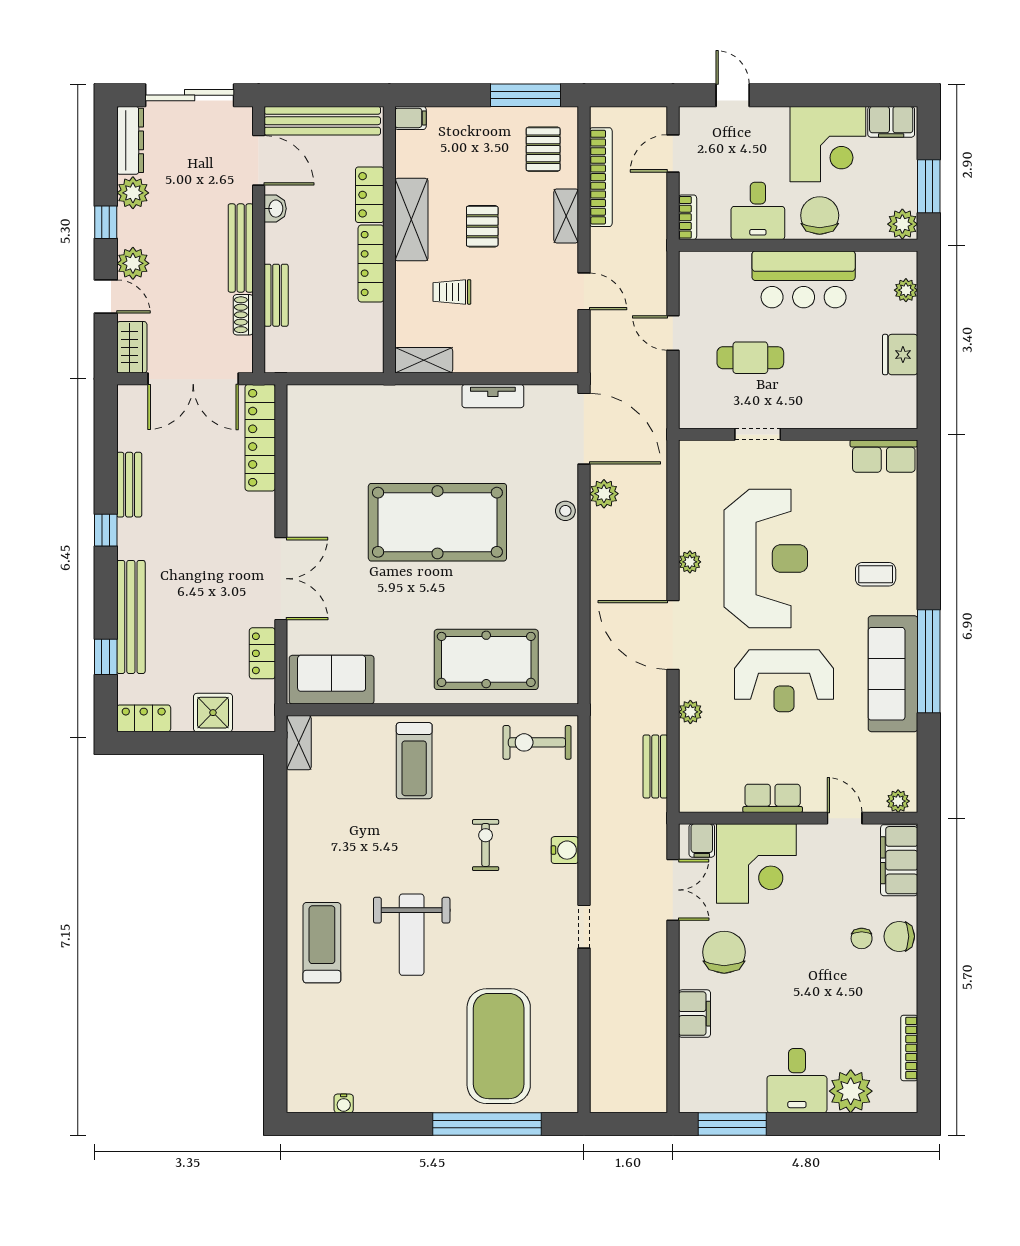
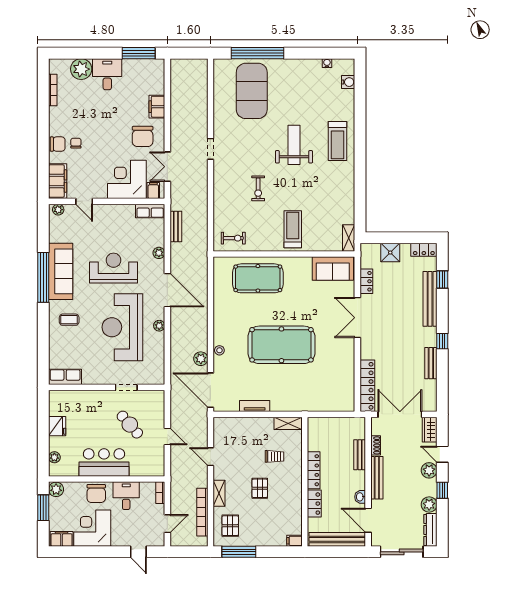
shelving: (411, 220) -> (294, 492), removed
cafe table: (750, 358) -> (130, 425), turned 49
exercise bike: (537, 742) -> (233, 238), width x0.73, depth x0.72
row of seats: (773, 798) -> (150, 211), moved
water cooler: (565, 850) -> (348, 82), moved, turned 180

